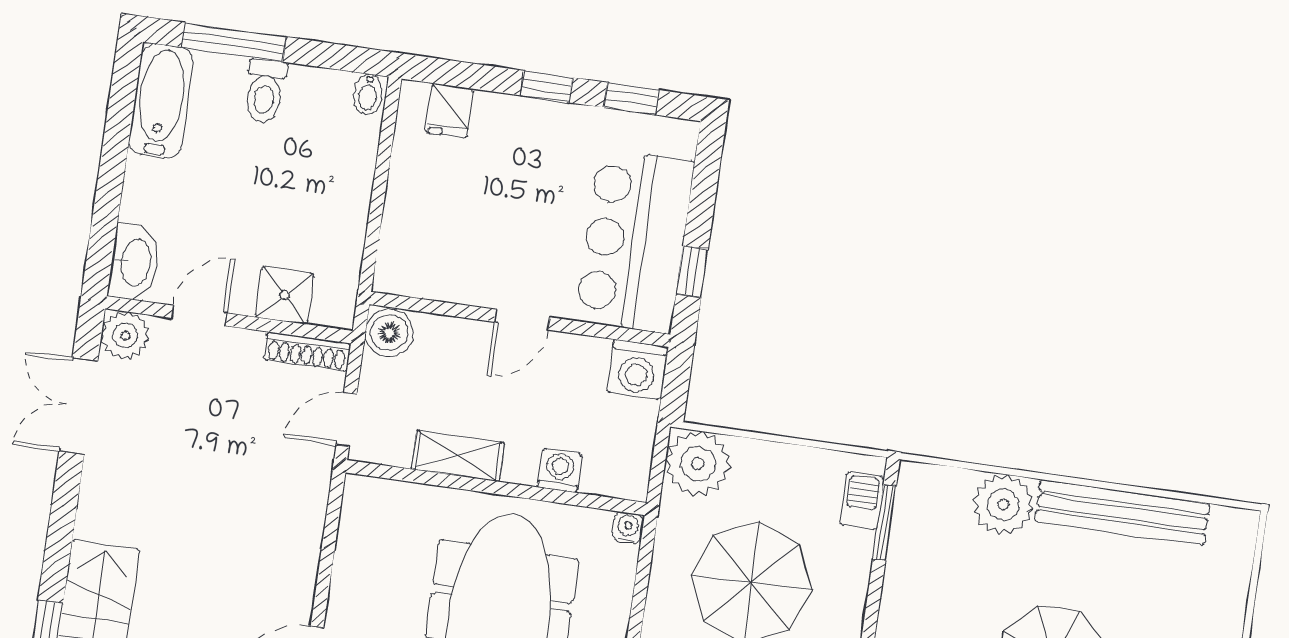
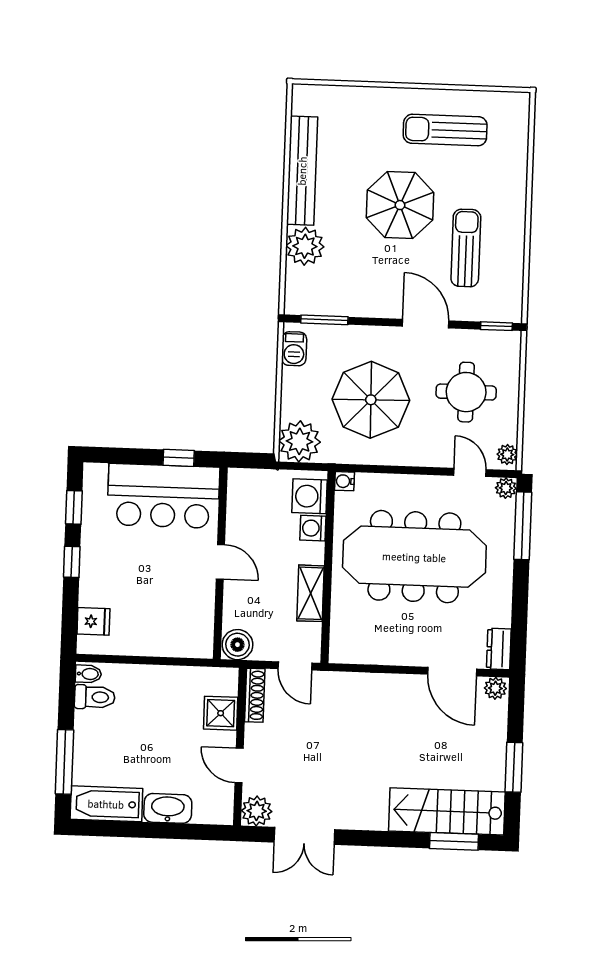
toilet: (265, 91) -> (95, 697), moved
washbasin: (134, 262) -> (168, 808), moved
washing machine: (637, 370) -> (310, 496), moved, turned 180
barbecue: (862, 501) -> (294, 349), moved, turned -90

